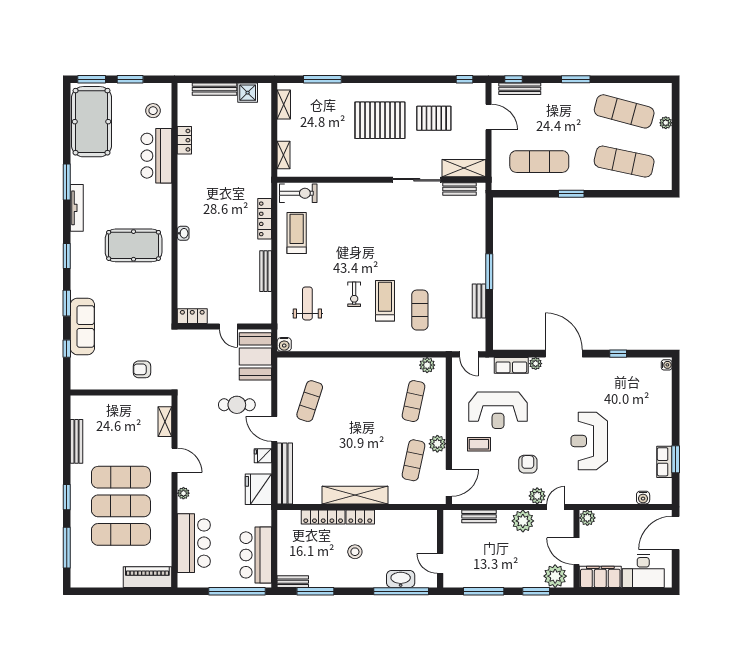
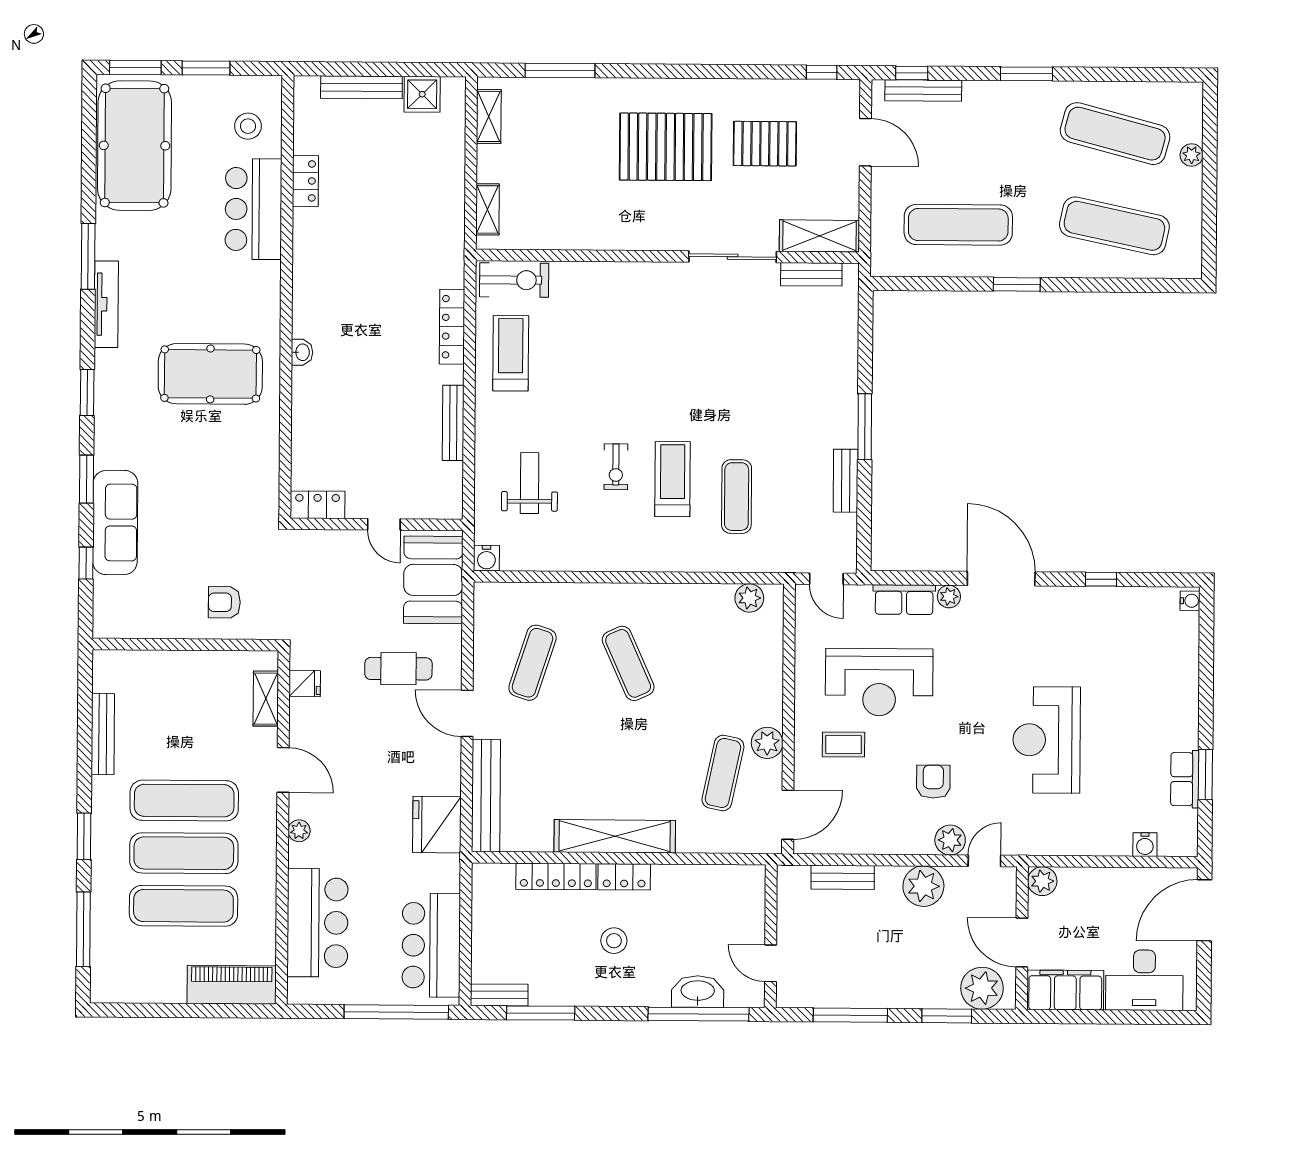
exercise mat: (414, 401) -> (628, 663), moved, turned -36
fridge: (263, 456) -> (305, 684), moved, turned 180

